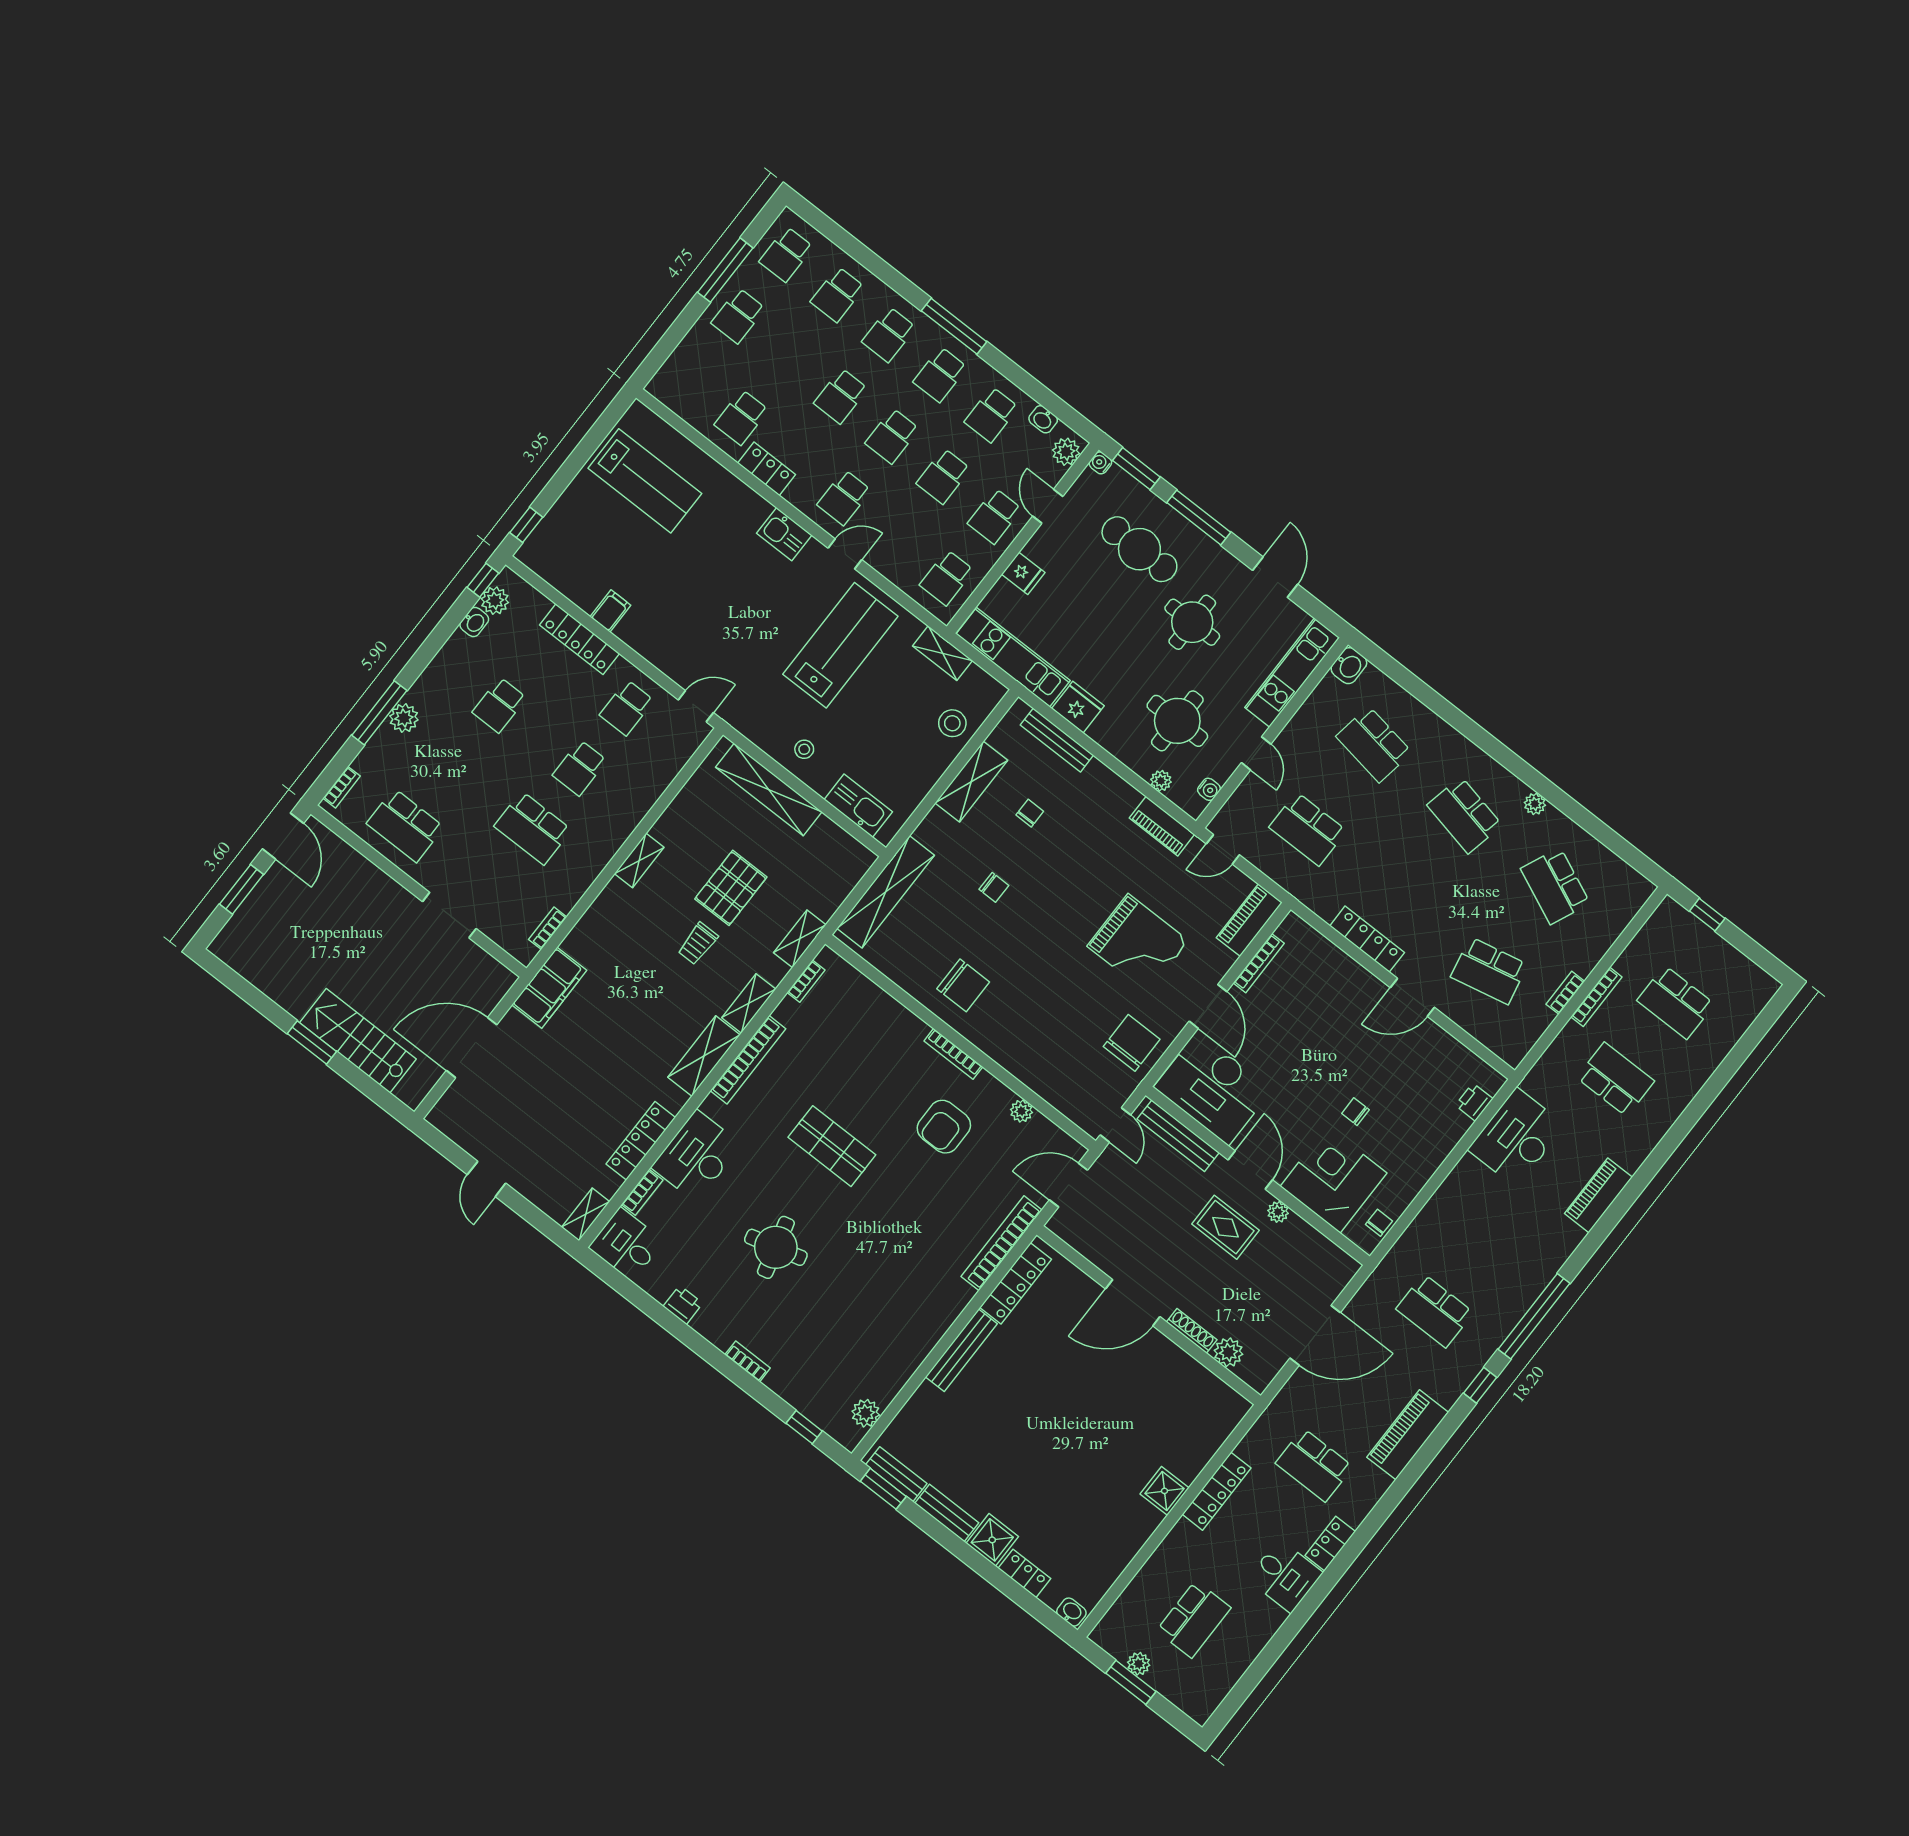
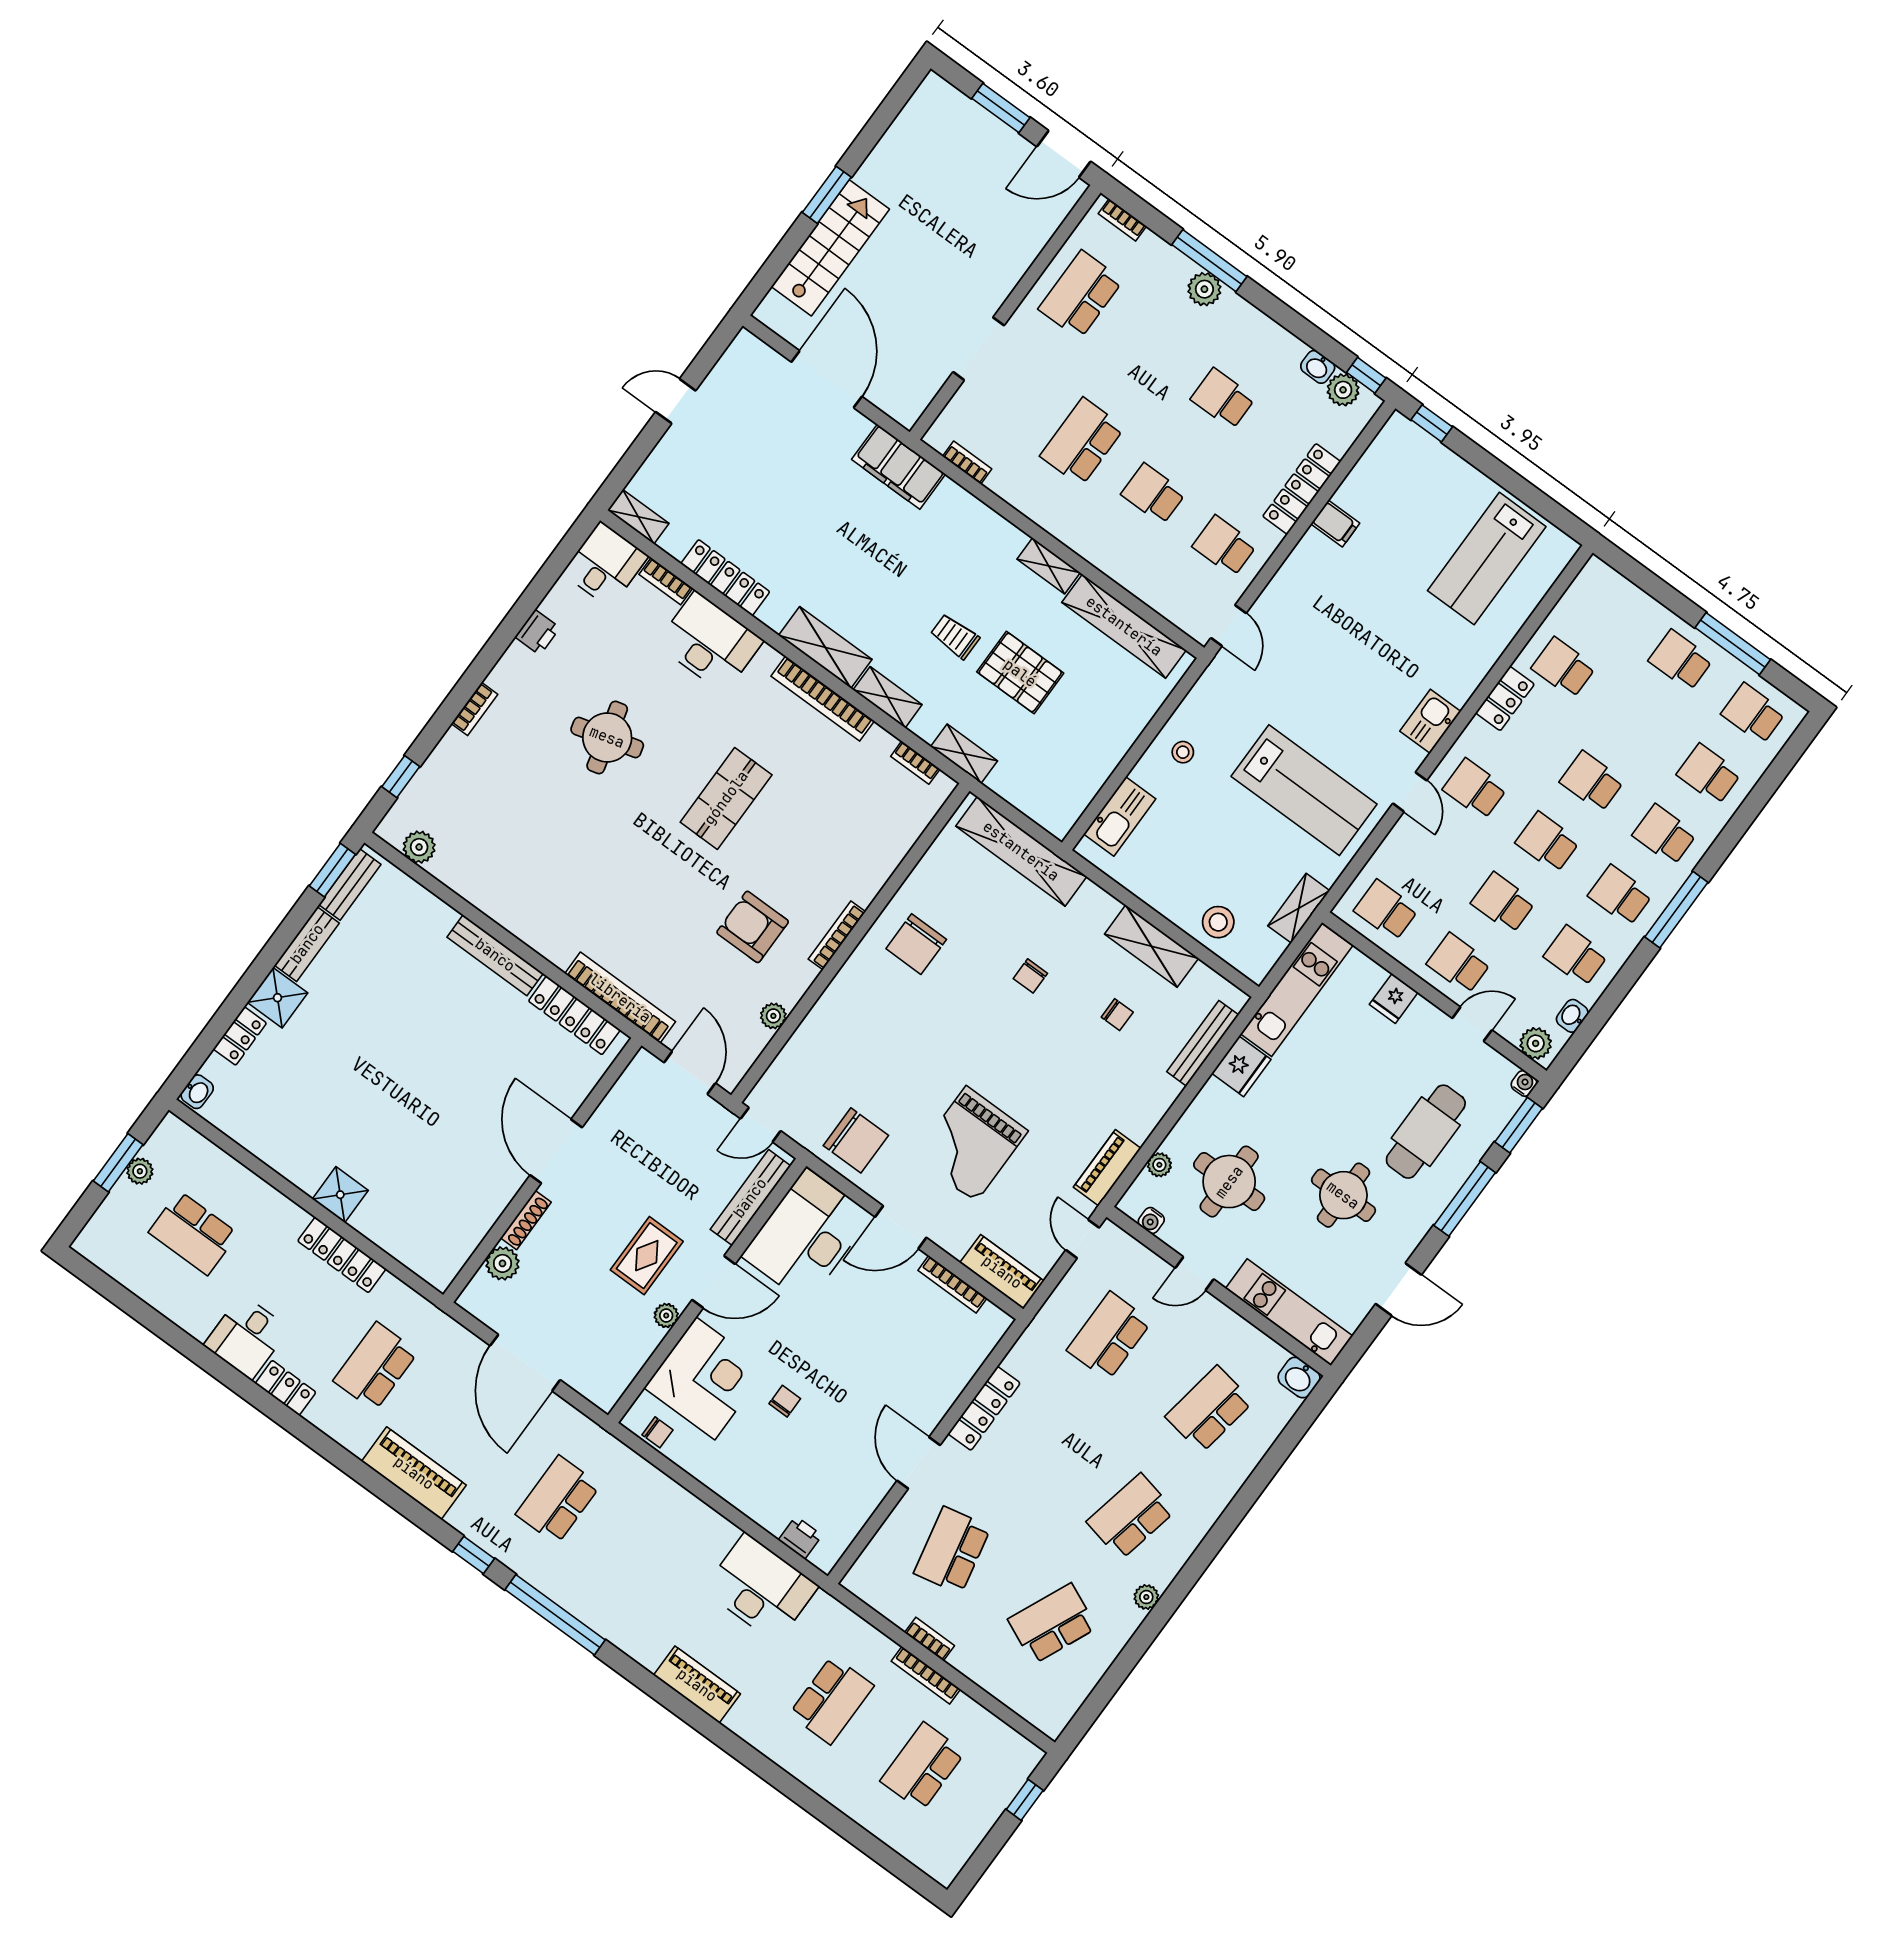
shelving: (769, 789) -> (1124, 626), moved, turned 90

